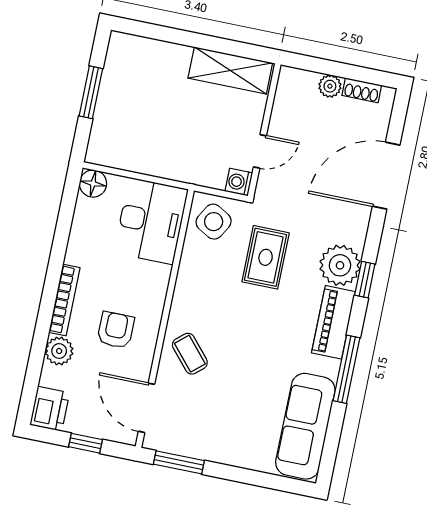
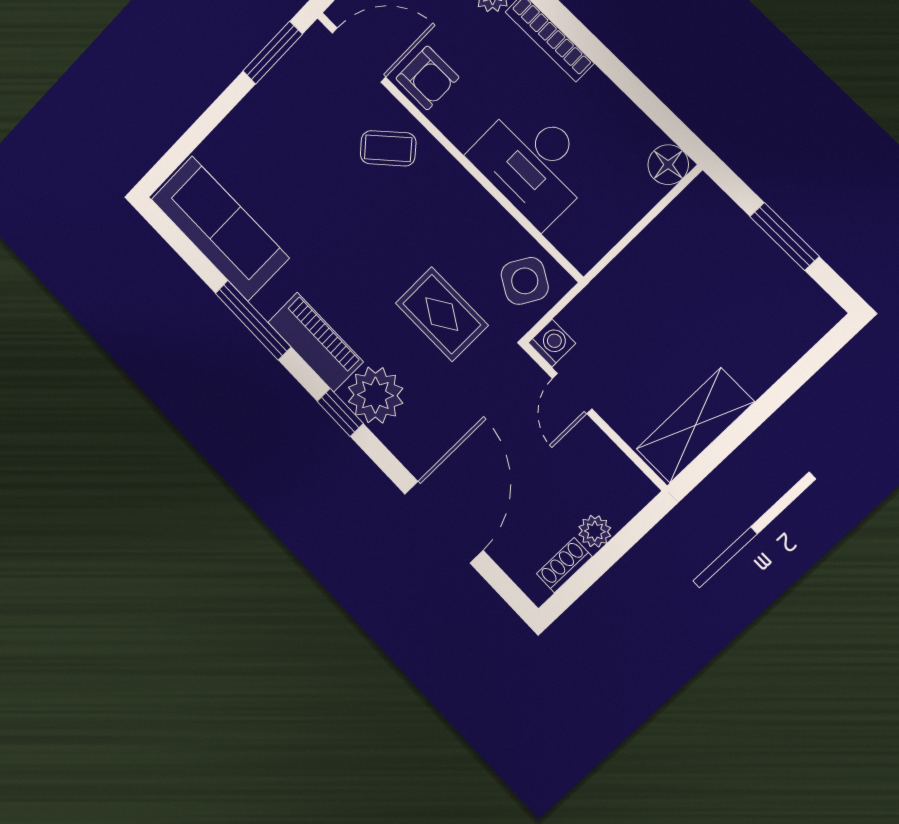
desk: (151, 221) -> (533, 163), moved
armchair: (116, 330) -> (427, 78), moved

